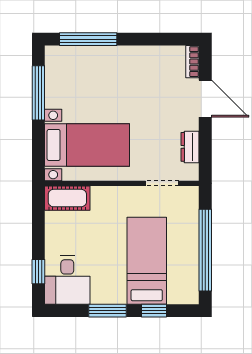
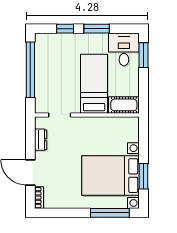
window: (38, 93) -> (143, 176), width x0.69
bed with nightstands: (87, 145) -> (111, 176), moved, width x1.36
bed: (147, 261) -> (94, 84), moved, turned 180
window: (38, 272) -> (143, 55), width x1.50

